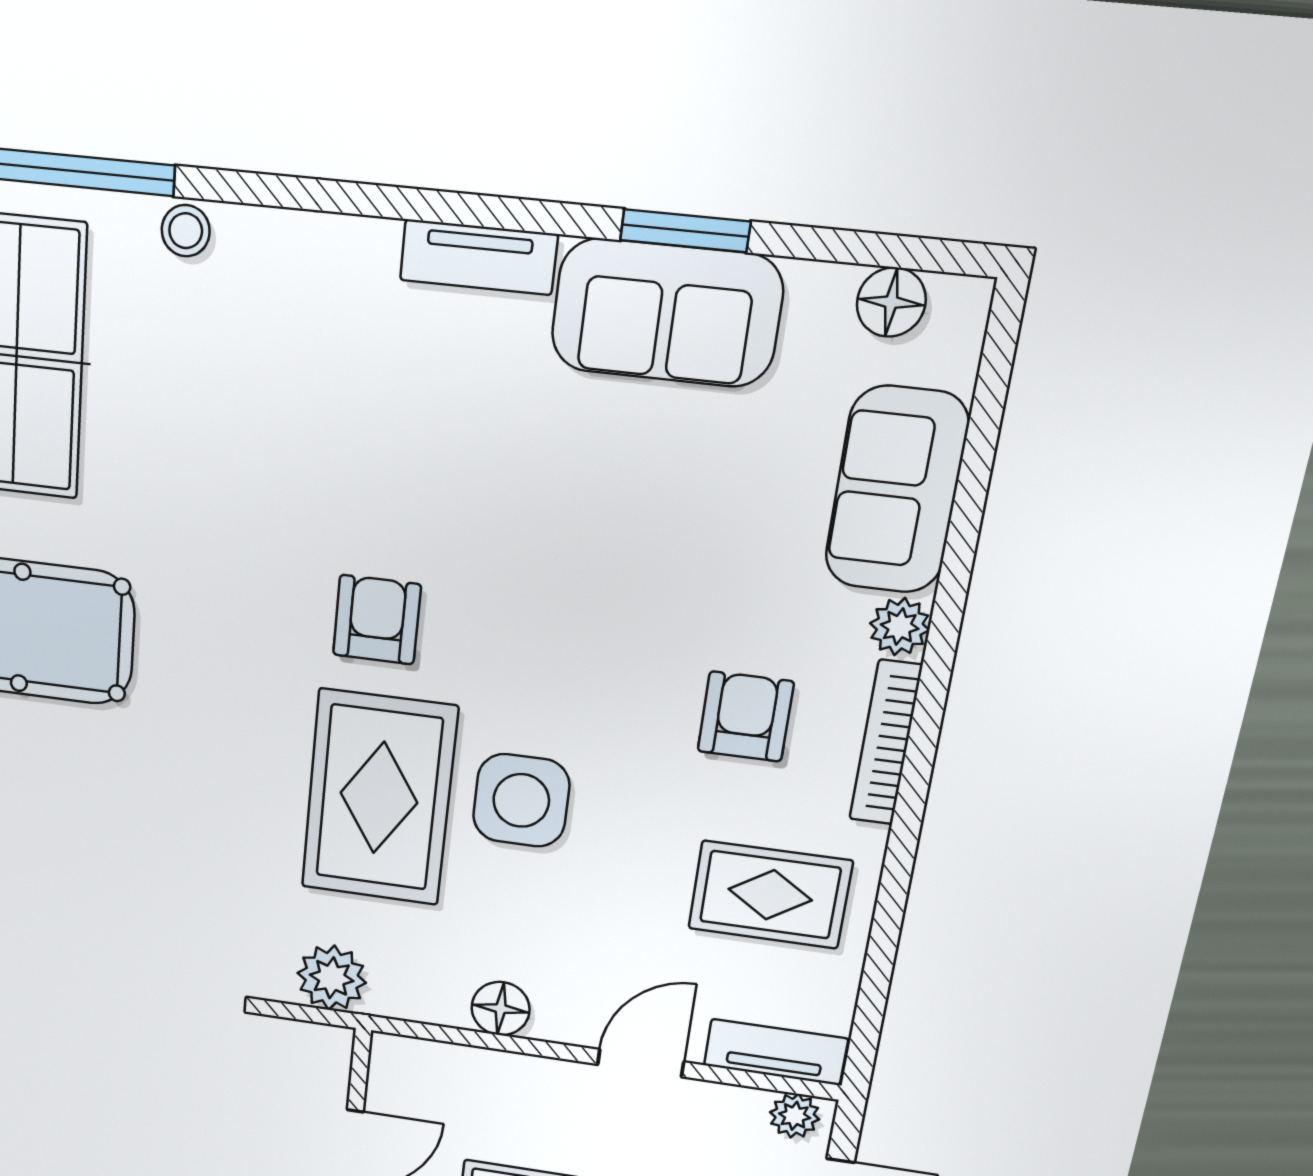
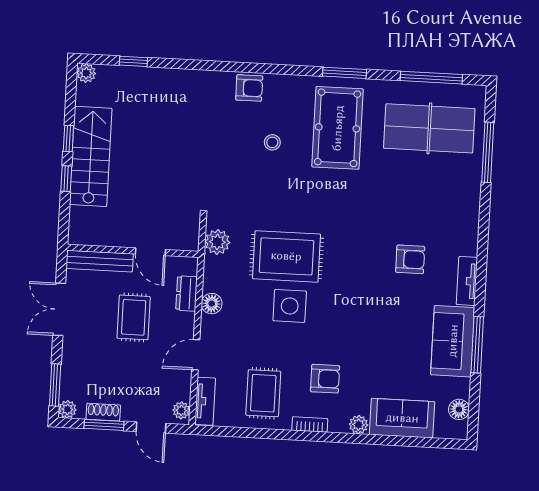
stool: (186, 231) -> (272, 142), moved
window: (685, 231) -> (477, 345), width x1.44
armchair: (377, 620) -> (410, 259), moved
bookcase: (886, 743) -> (310, 424), width x0.64
door: (641, 1063) -> (196, 355), swing flipped
dresser: (469, 1070) -> (187, 293), added

